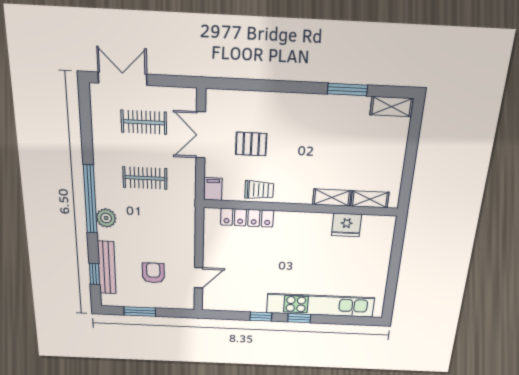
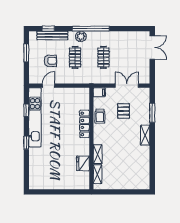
window: (347, 90) -> (152, 113), moved
shelving: (392, 107) -> (145, 135), moved
clothes rail: (144, 122) -> (75, 57), moved
locker: (247, 218) -> (85, 124), moved
door: (199, 278) -> (49, 86), swing flipped
kitchen unit: (320, 305) -> (35, 117), moved
window: (261, 317) -> (26, 110), moved

